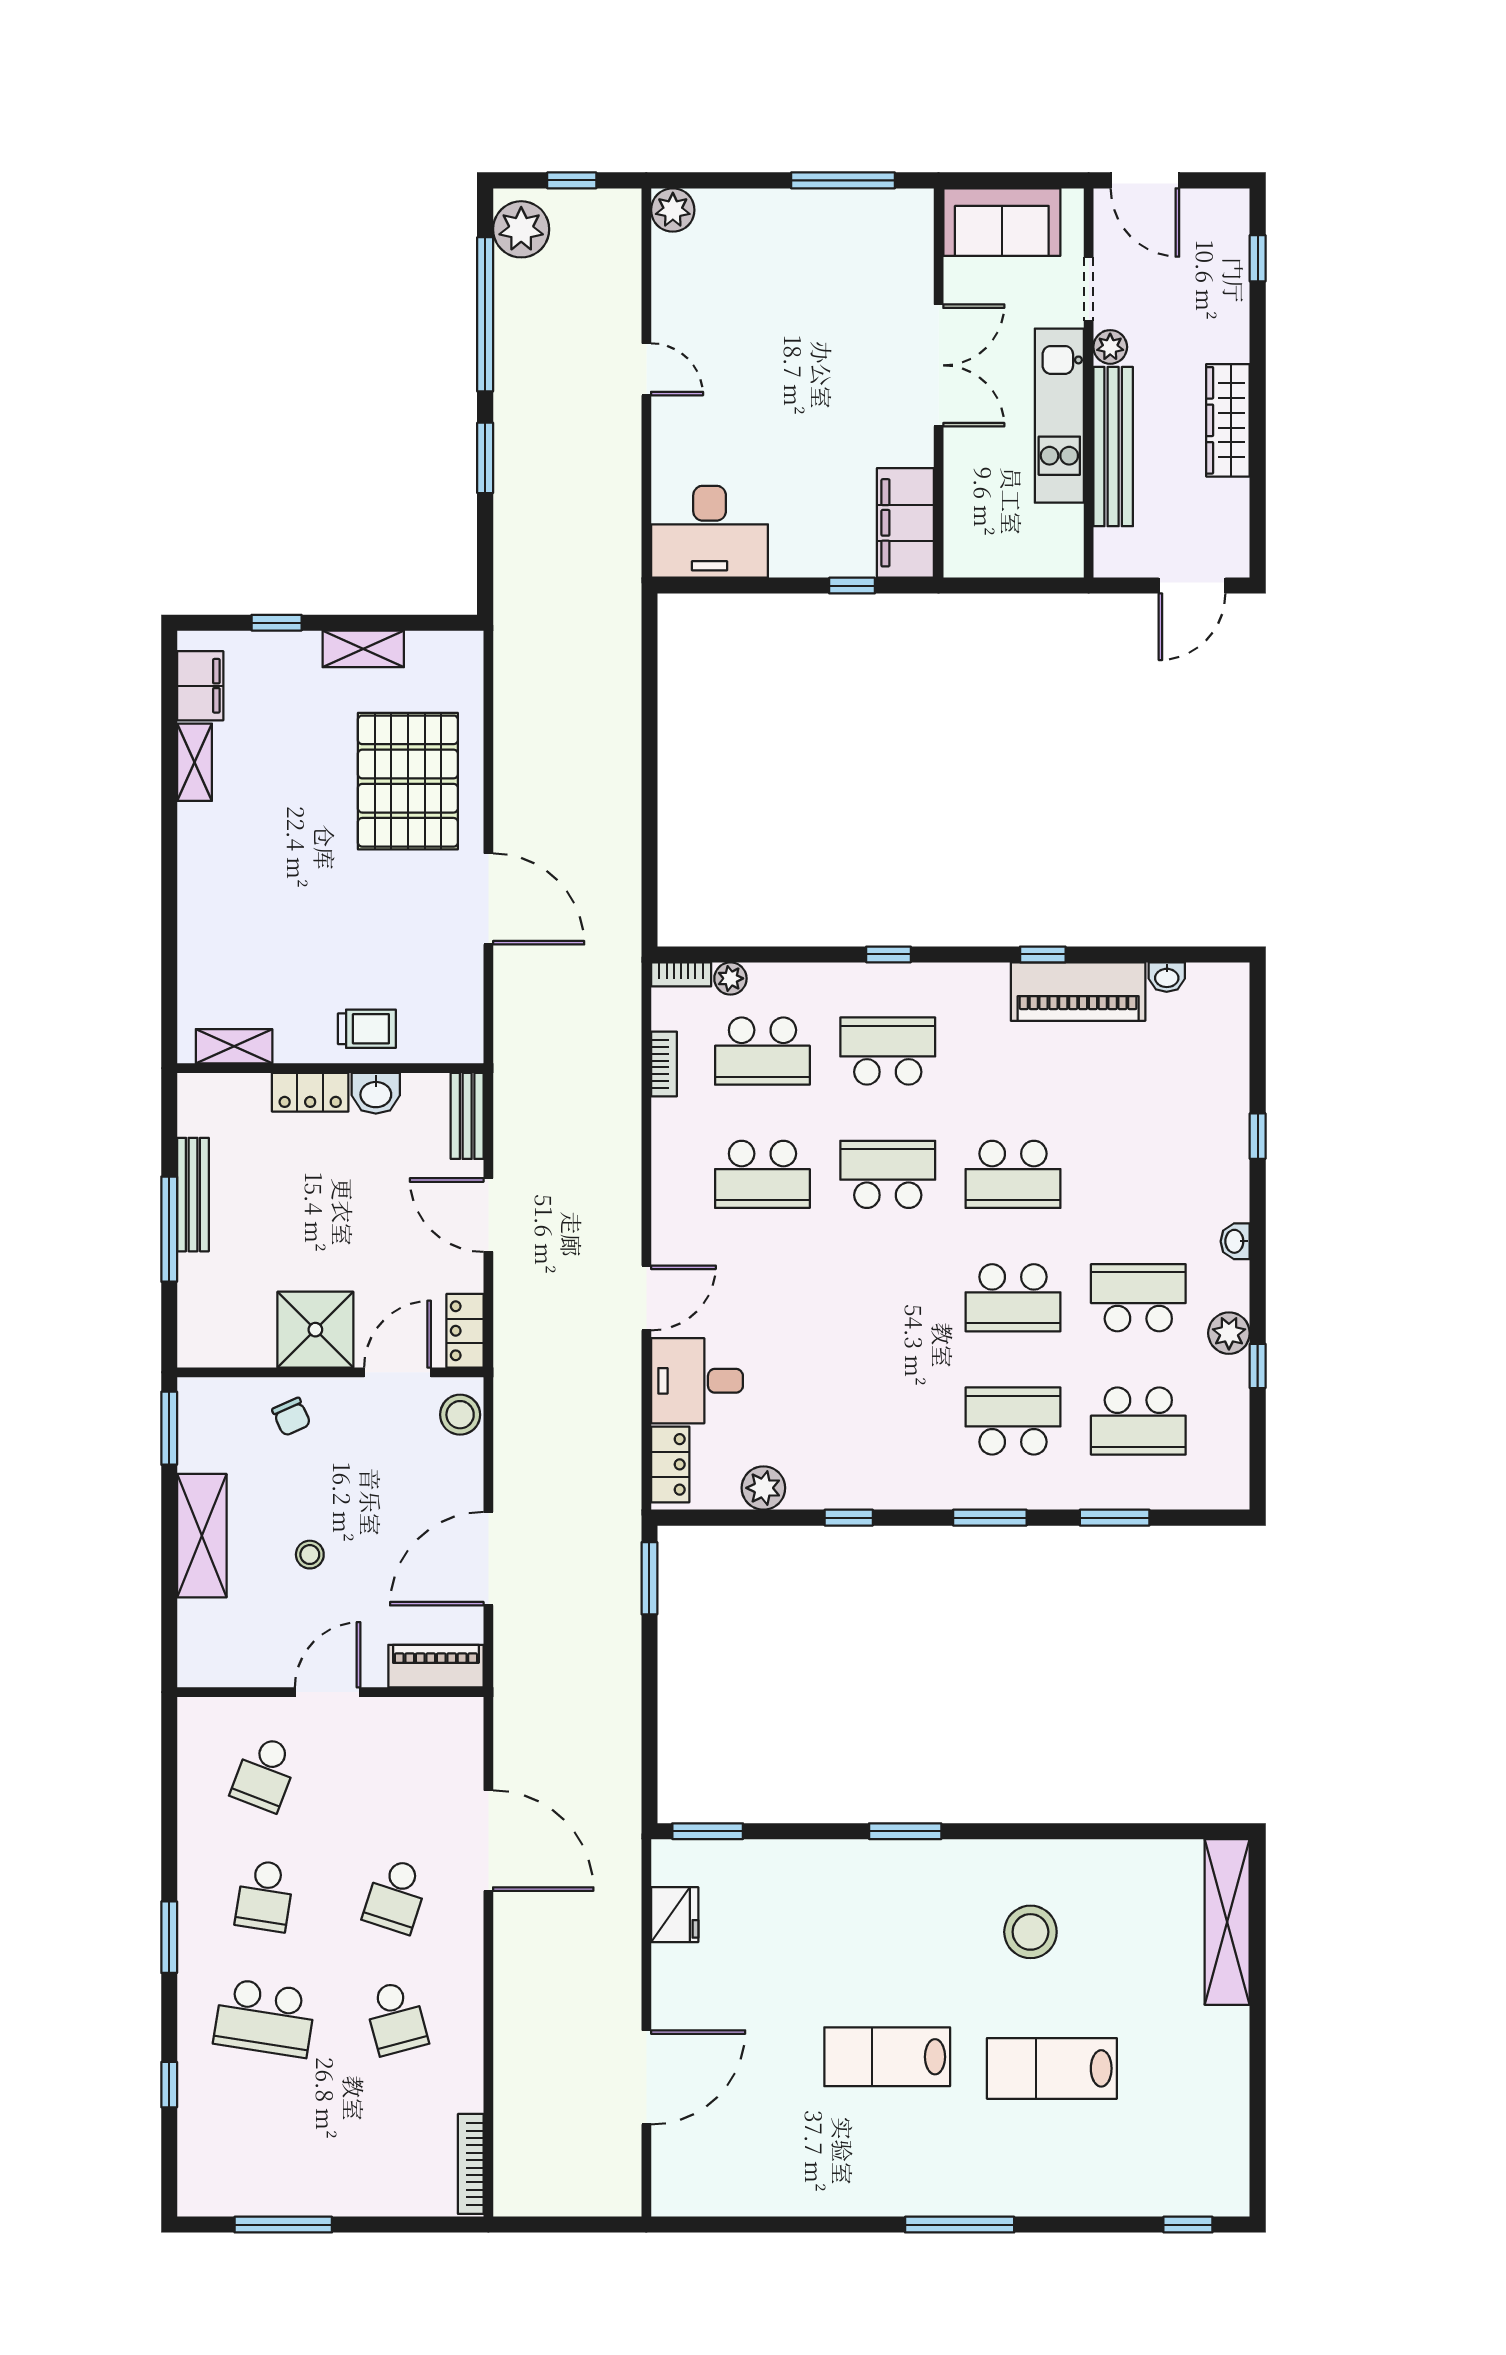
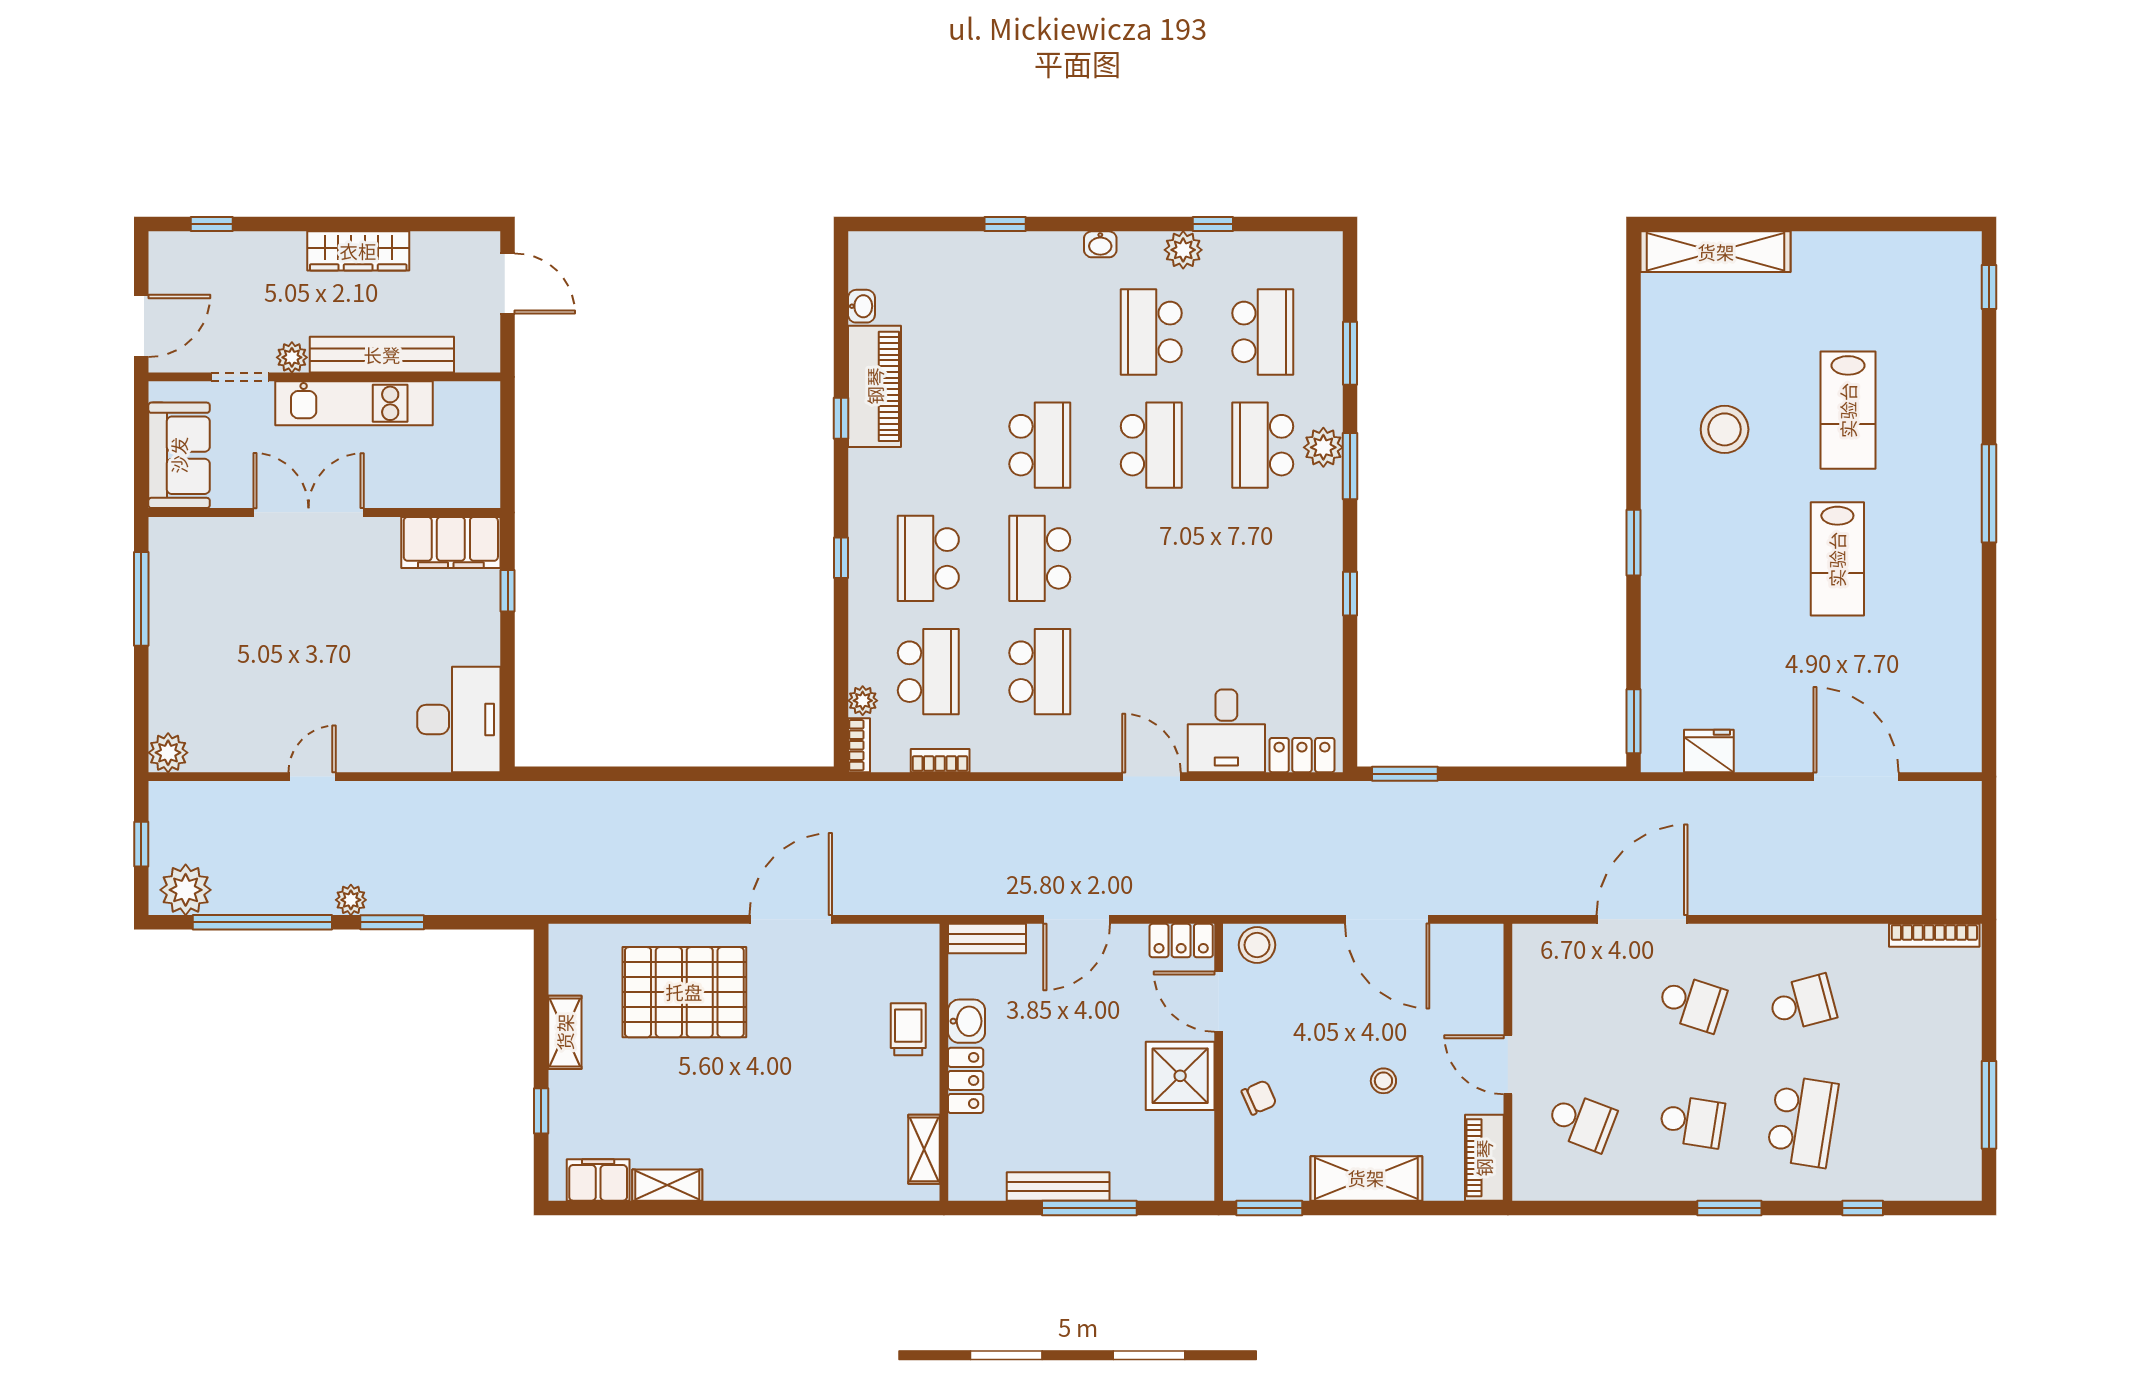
plant: (510, 412) -> (351, 900), added
plant: (763, 1488) -> (1323, 447), moved
piano: (436, 1666) -> (1484, 1158), moved

